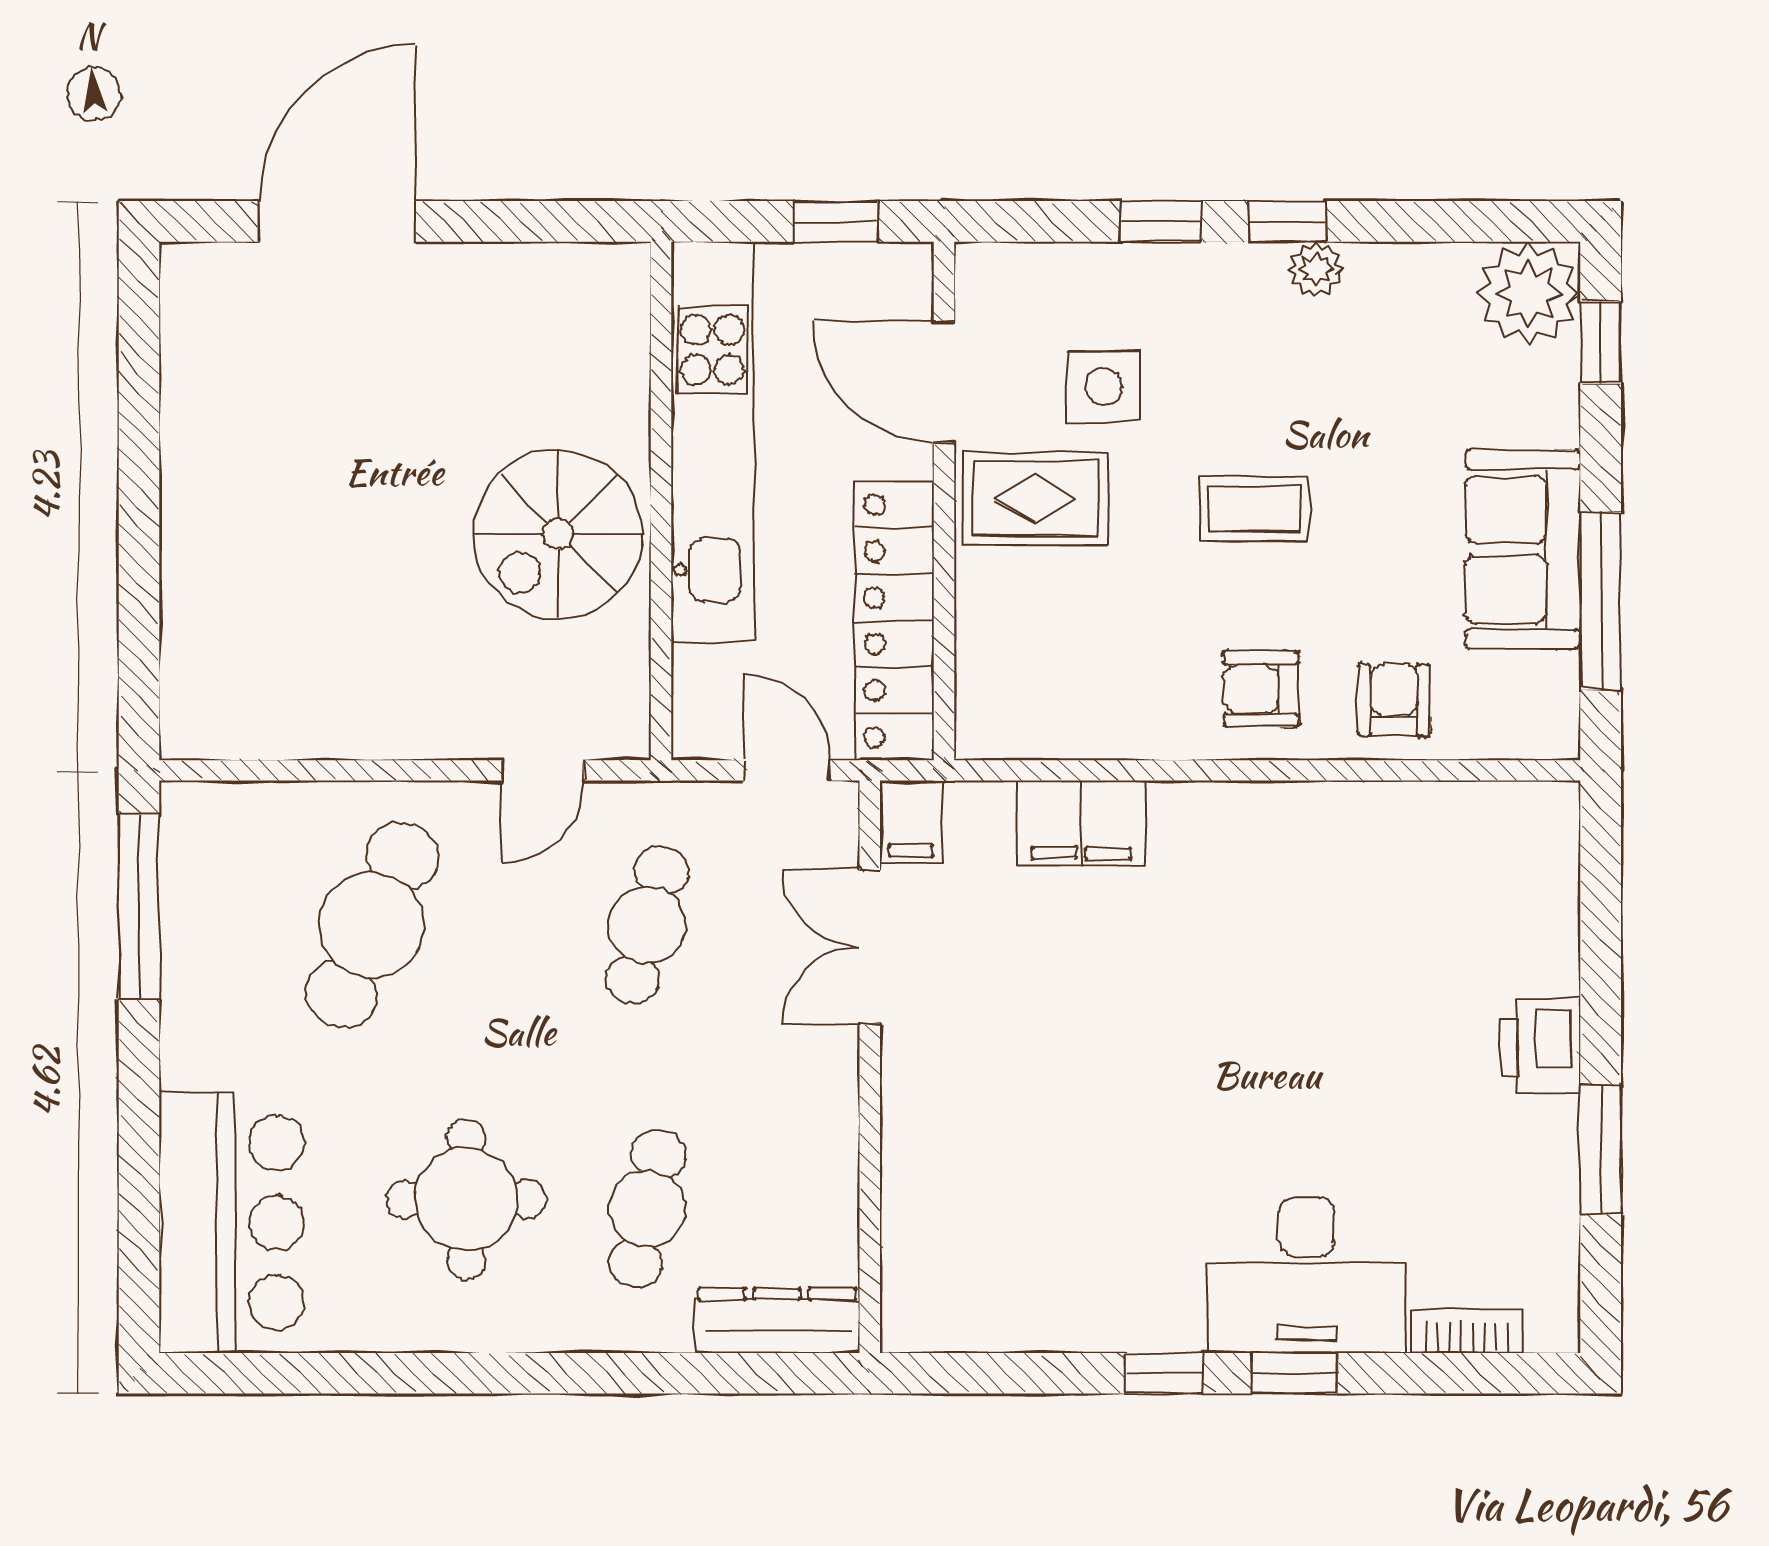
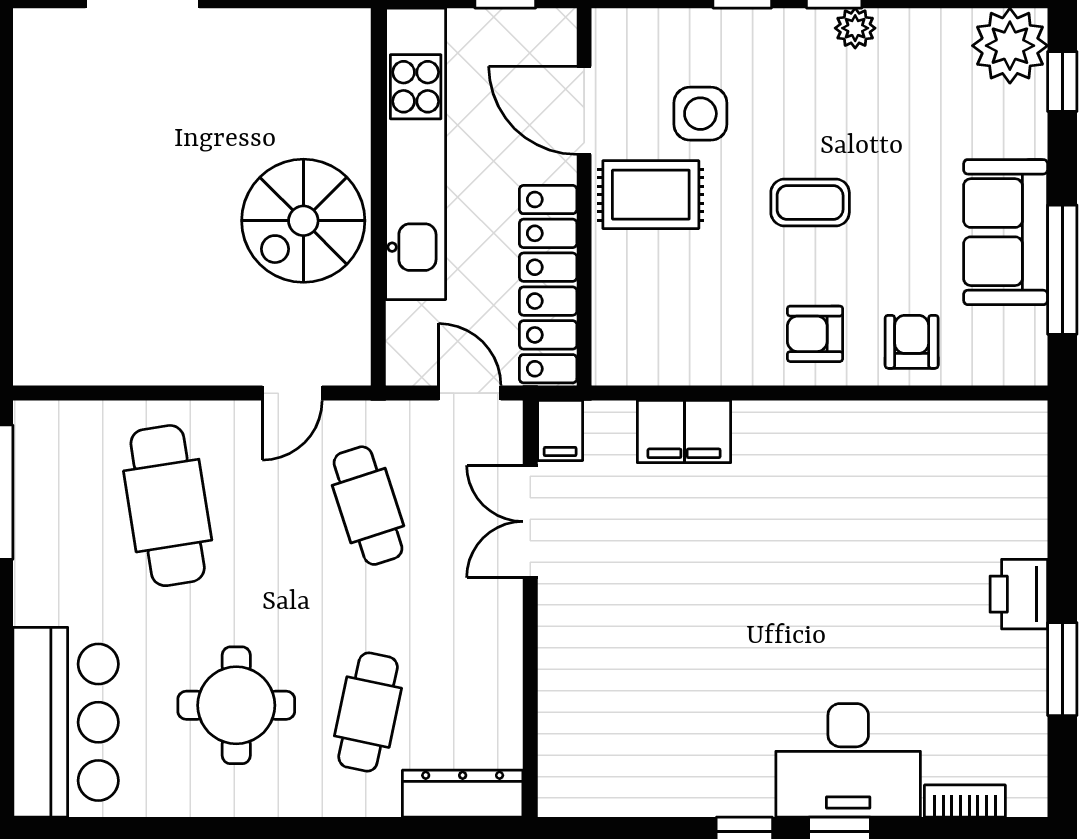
cafe table: (372, 925) -> (168, 506), turned -33
cafe table: (647, 925) -> (368, 506), turned -33

